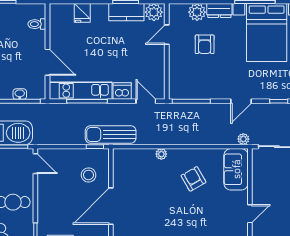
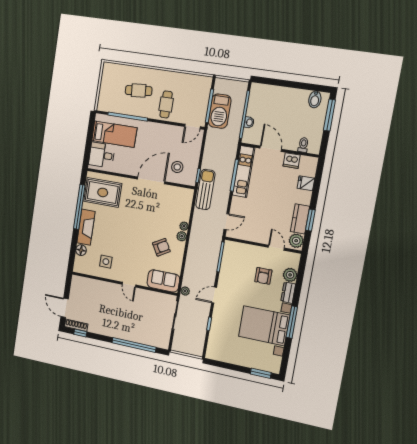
armchair: (205, 44) -> (263, 276), turned -90
door: (47, 62) -> (271, 149), swing flipped
dishwasher: (122, 91) -> (292, 161), moved, turned 90
door: (241, 101) -> (214, 295), hinge flipped
plant: (175, 155) -> (182, 236), added
door: (111, 206) -> (151, 180), hinge flipped

